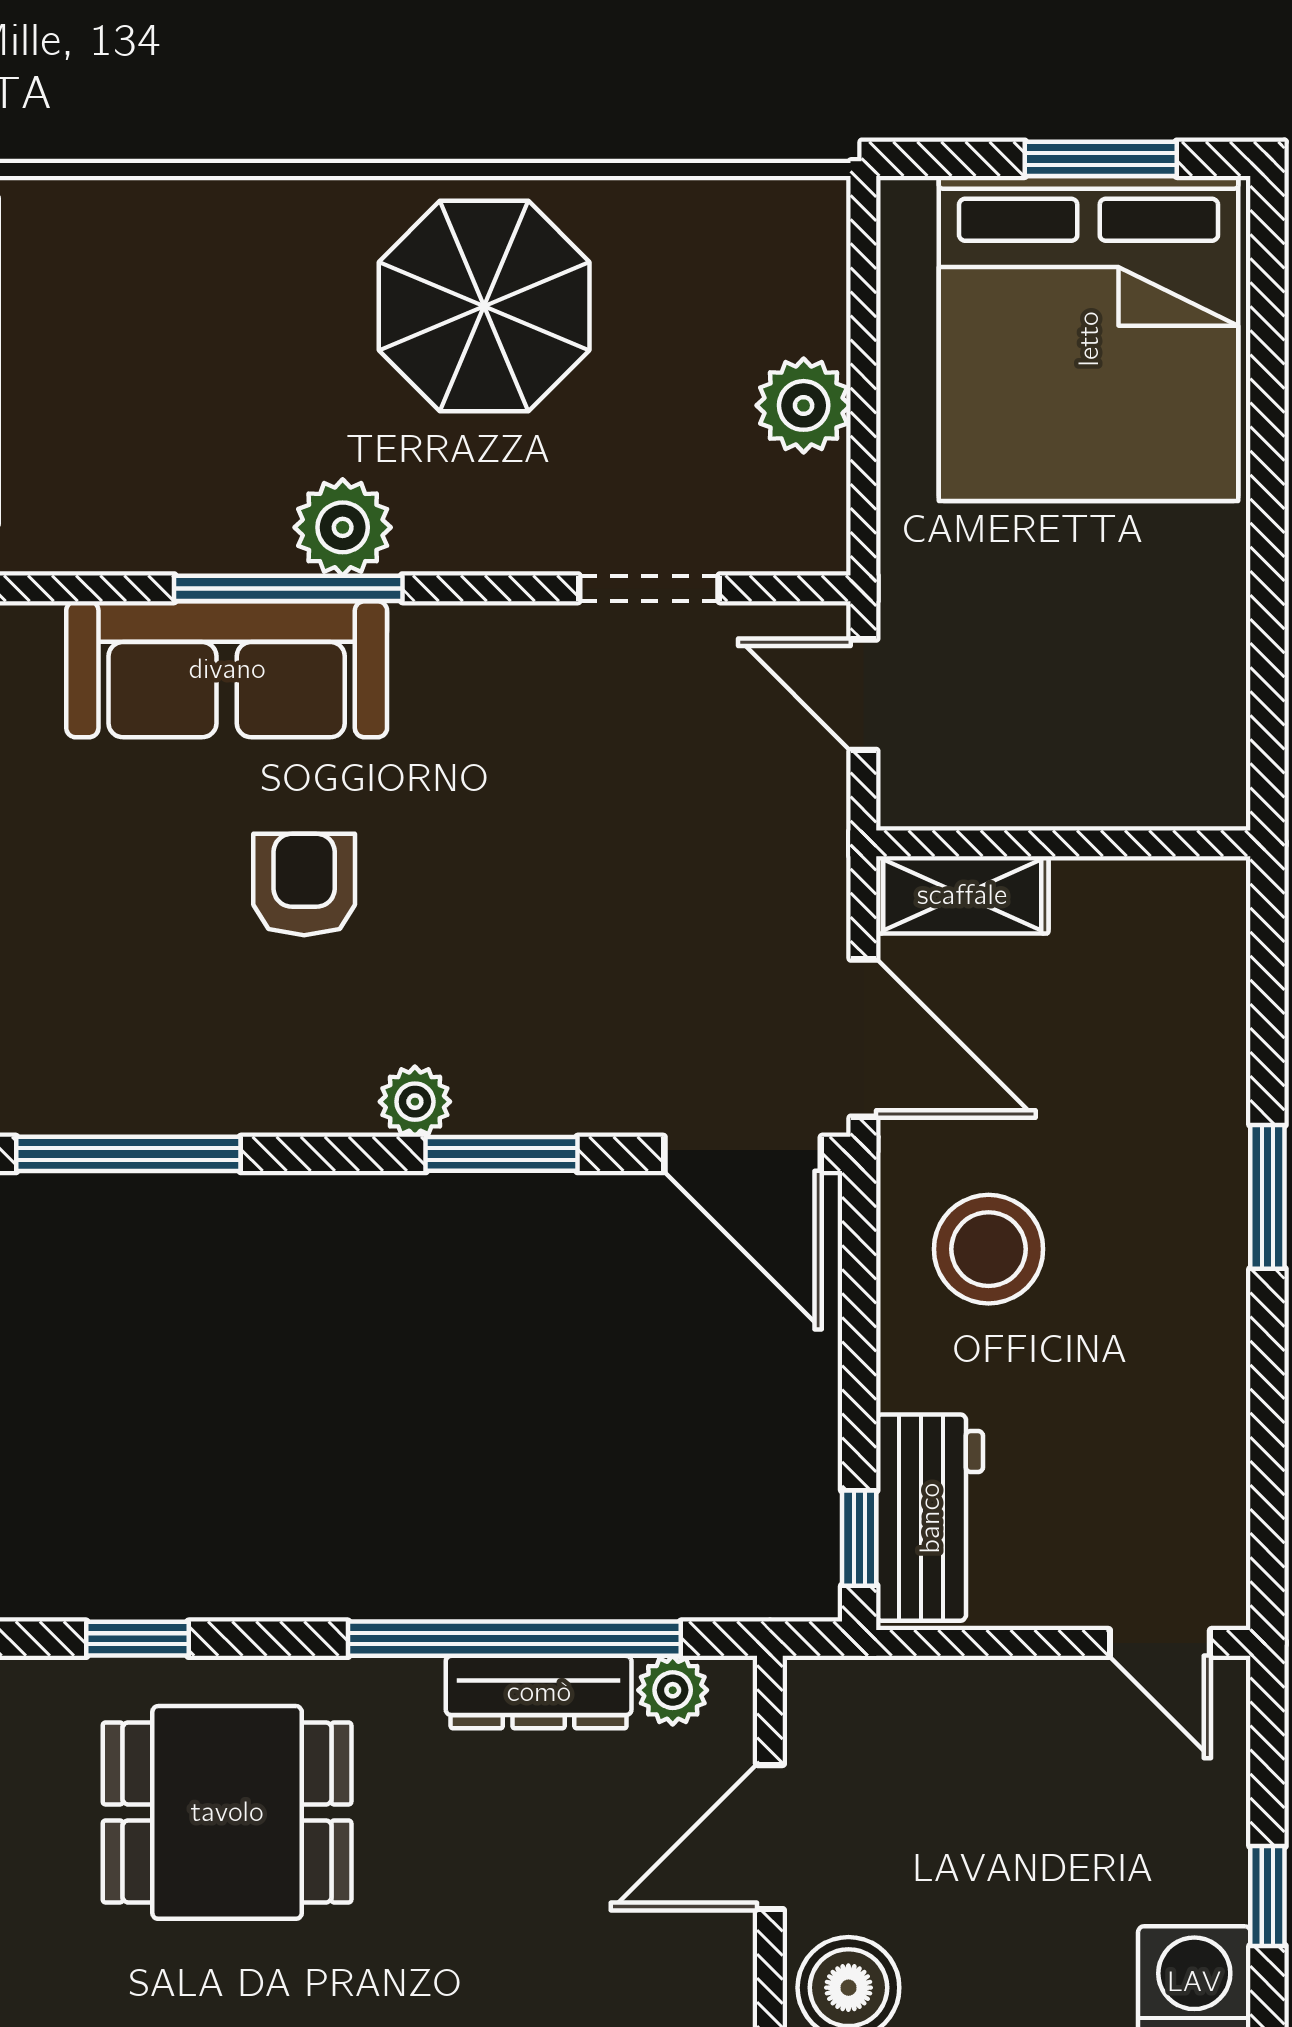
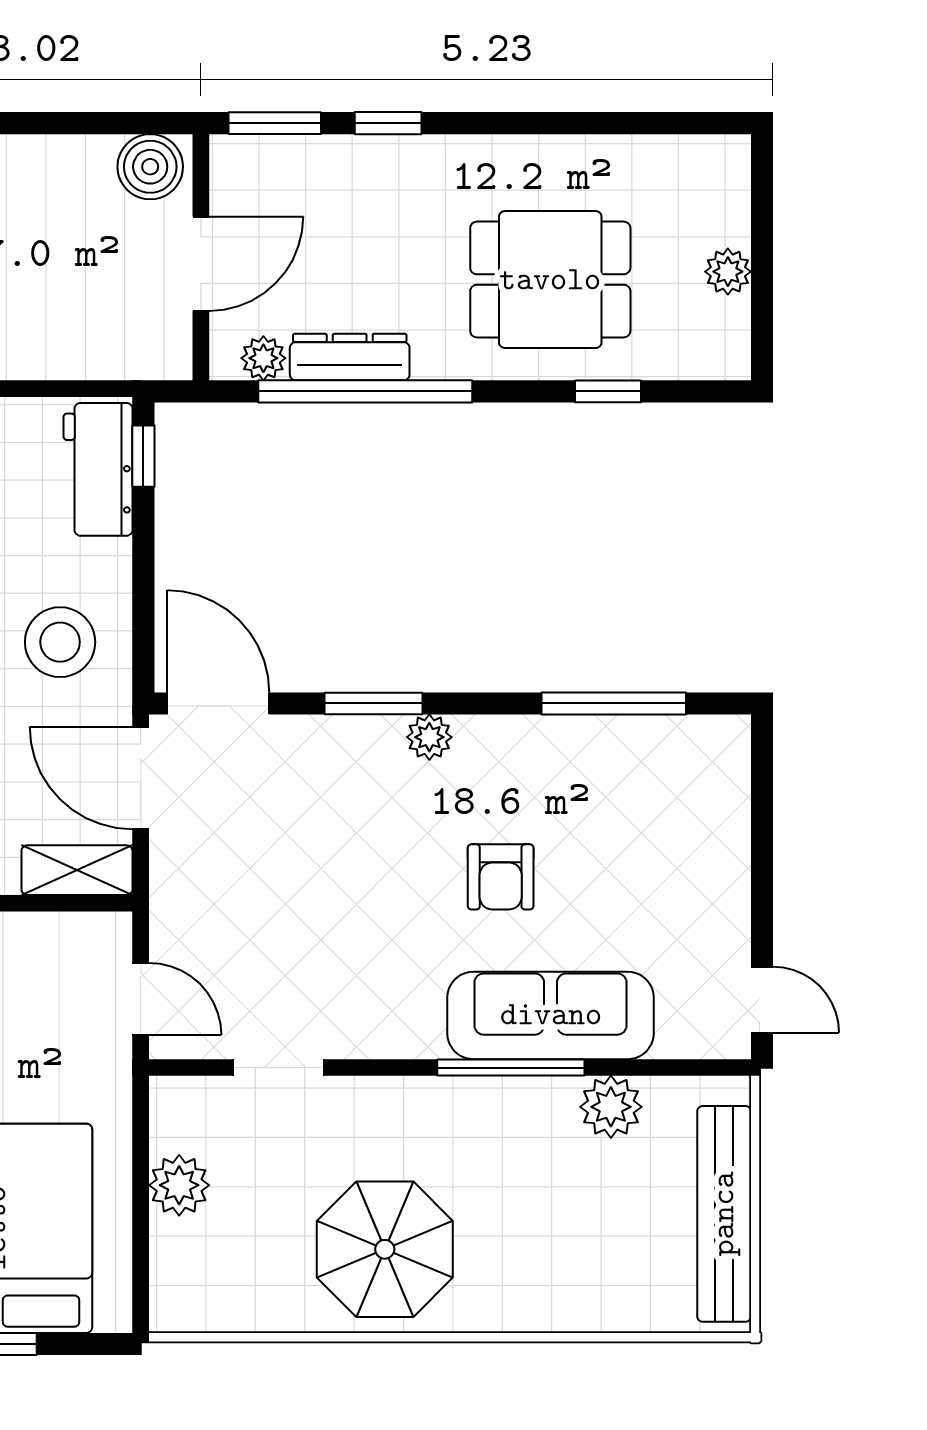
plant: (343, 527) -> (611, 1107), moved

